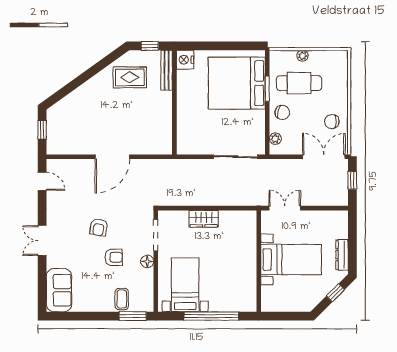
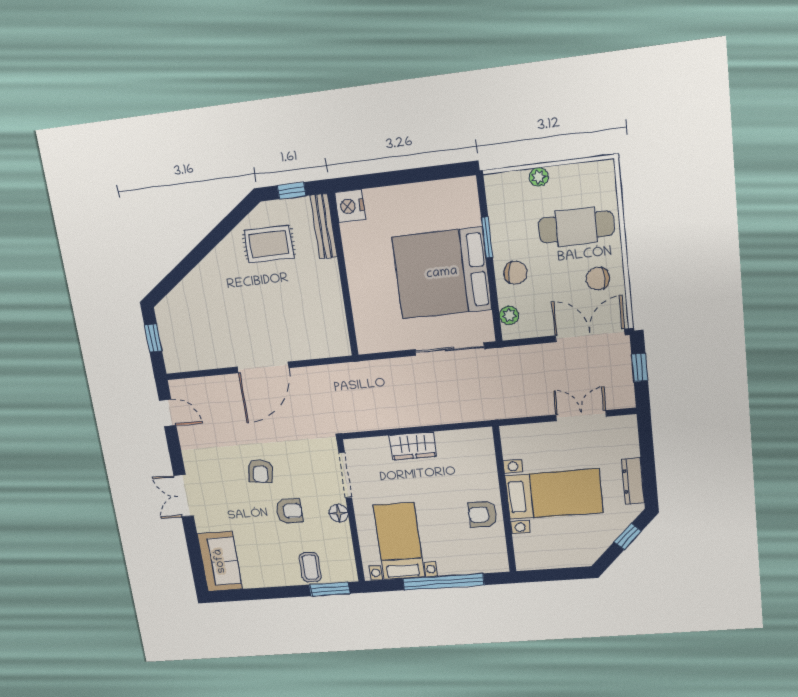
bed: (237, 83) -> (442, 273), moved
cafe table: (299, 83) -> (576, 227), moved
double door: (285, 208) -> (581, 416), moved
armchair: (243, 270) -> (483, 514), added

